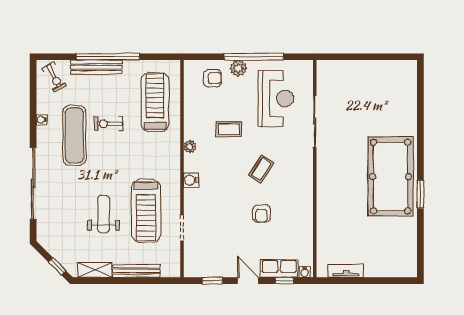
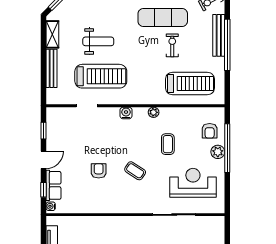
window: (254, 57) -> (227, 148), moved
reception desk: (276, 99) -> (193, 183), turned 180
treadmill: (146, 211) -> (101, 76), turned 180
armchair: (261, 214) -> (99, 171), turned 90

